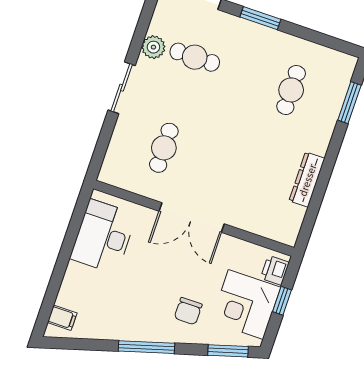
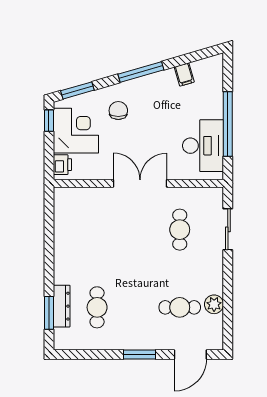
sliding door: (122, 88) -> (228, 229), moved
dresser: (307, 180) -> (62, 306), moved
window: (66, 252) -> (228, 124), added
window: (282, 301) -> (49, 121), moved
filing cabinet: (62, 318) -> (184, 74), moved, turned -106

